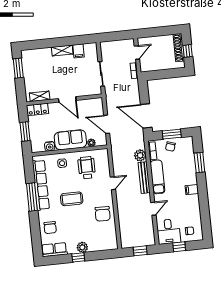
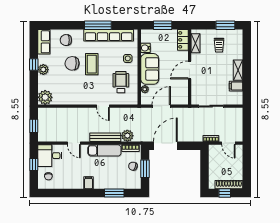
trolley: (39, 72) -> (219, 45), added
wheelchair: (87, 168) -> (121, 82), turned -90
chair: (103, 214) -> (72, 63), moved
plant: (110, 242) -> (45, 97), added

